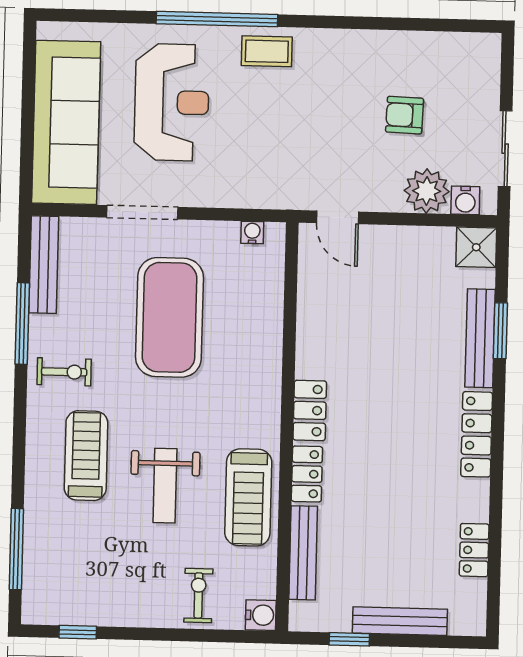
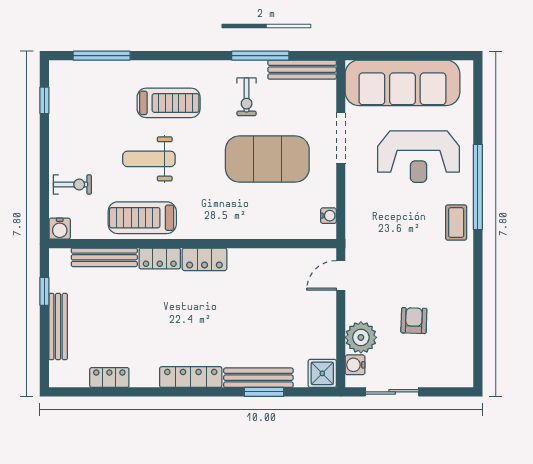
exercise bike: (64, 372) -> (247, 97), moved

